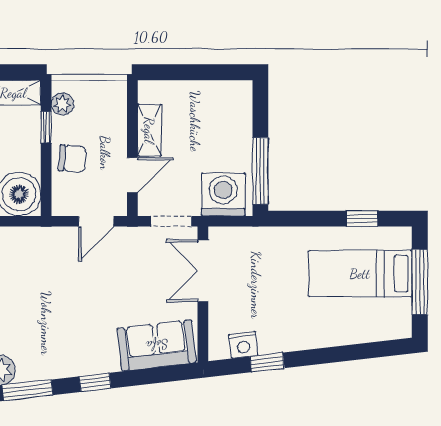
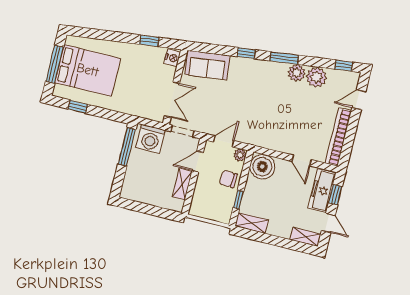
plant: (62, 104) -> (240, 155), moved
bed: (360, 274) -> (88, 70), width x1.50
nightstand: (243, 345) -> (172, 58), moved, turned 97

